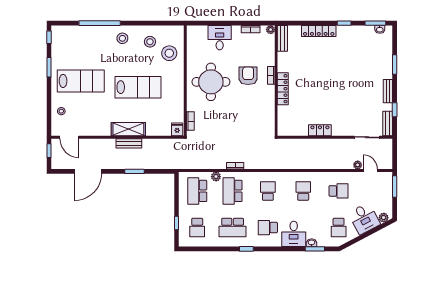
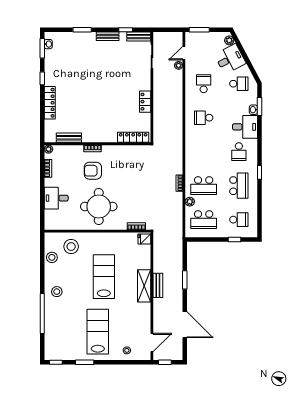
bench: (282, 38) -> (69, 138), moved
stool: (150, 42) -> (52, 257), moved
locker: (283, 89) -> (133, 137), moved
school desk: (268, 191) -> (204, 152), removed

